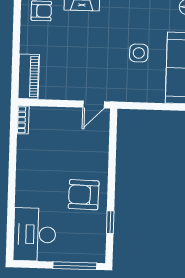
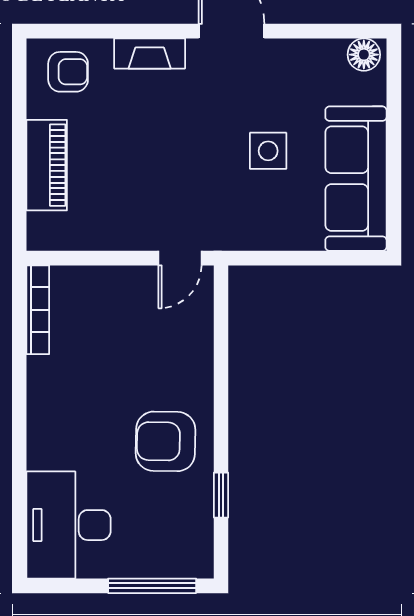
piano: (29, 77) -> (47, 165), moved
bookcase: (23, 120) -> (38, 310), width x1.56

